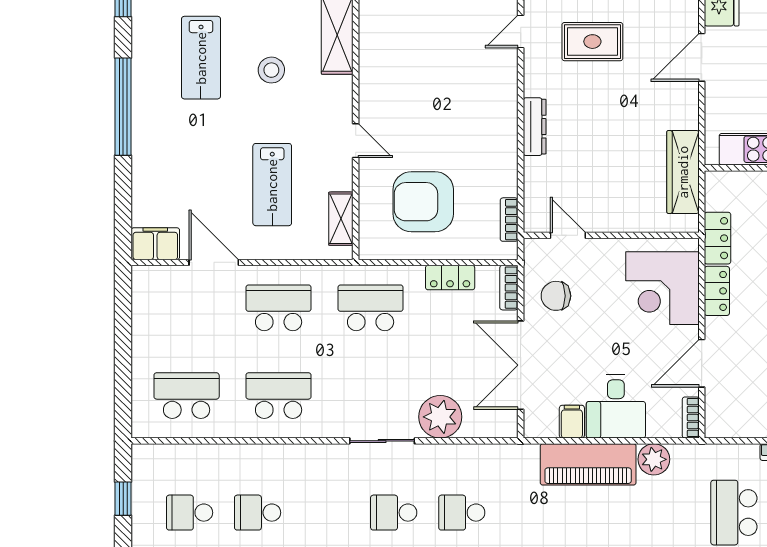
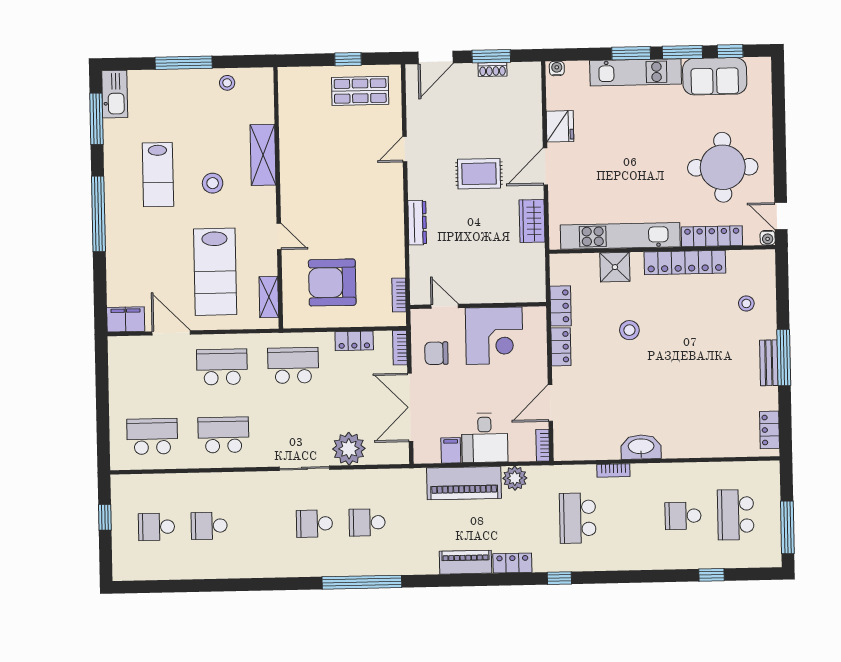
rug: (592, 42) -> (479, 174), moved
wardrobe: (683, 172) -> (532, 221), moved, width x0.67
lab bench: (272, 185) -> (215, 272), width x1.36, depth x1.39
corner desk: (662, 288) -> (494, 336), moved, turned -90

